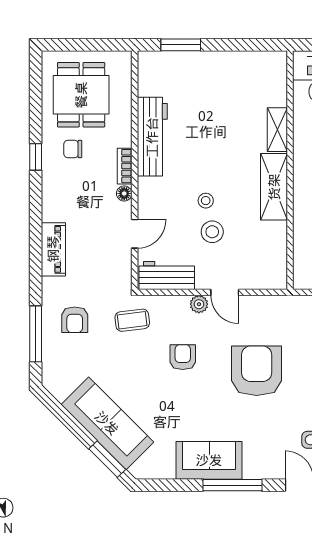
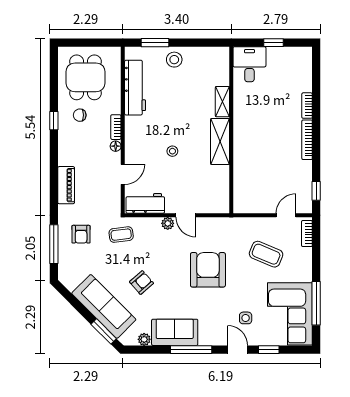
workbench: (152, 137) -> (135, 88), moved
stool: (212, 232) -> (174, 60), moved
armchair: (183, 357) -> (141, 283), moved, turned 49
plant: (165, 470) -> (144, 339), added

